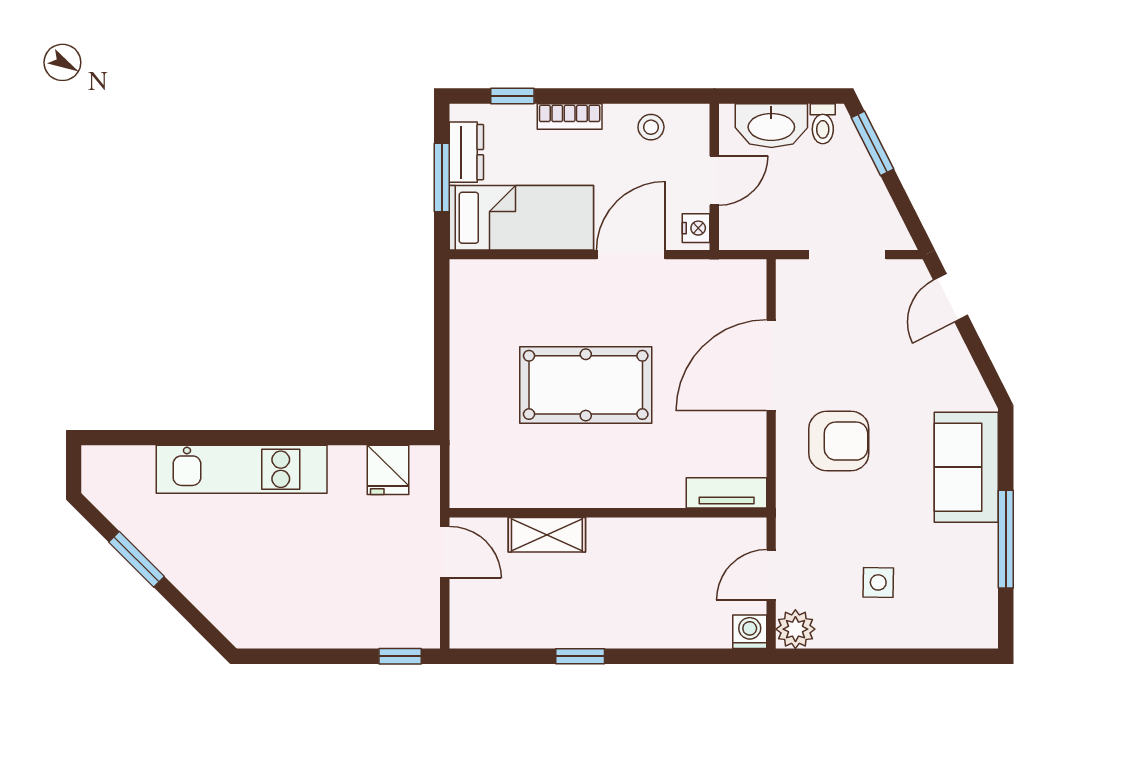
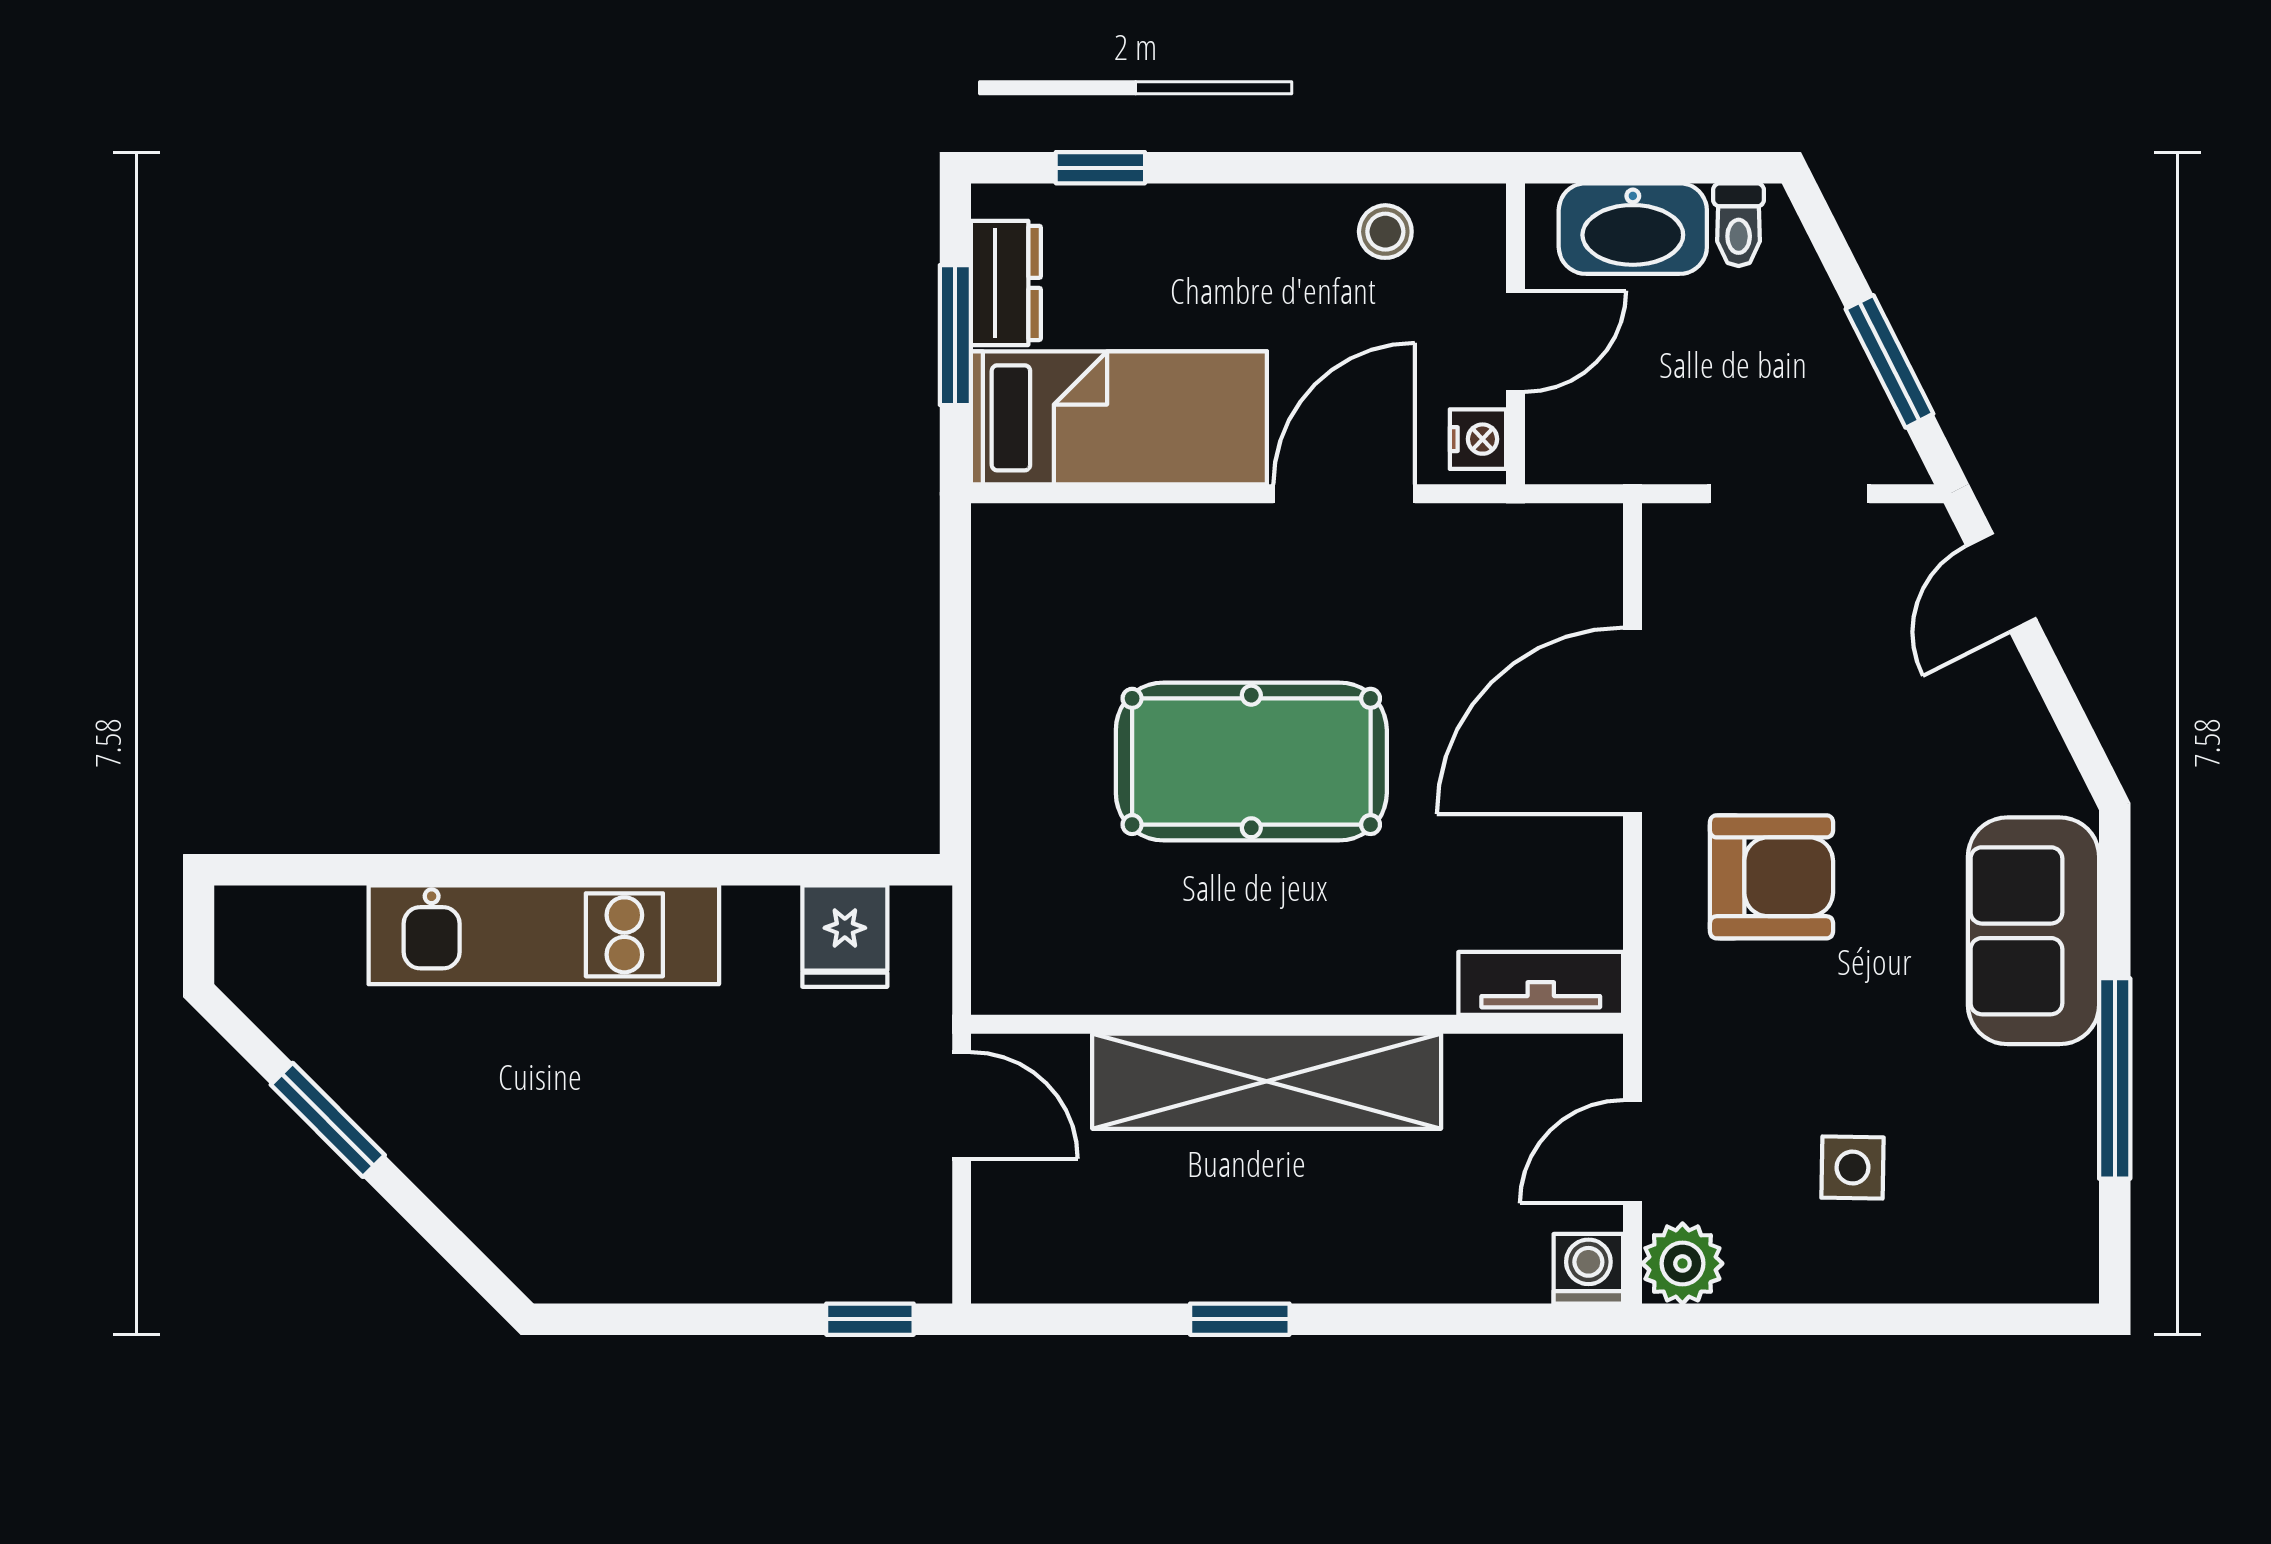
bookcase: (570, 117) -> (1218, 210), removed
window: (872, 143) -> (1889, 361), moved
shelving: (547, 535) -> (1267, 1081), width x2.20, depth x1.33

